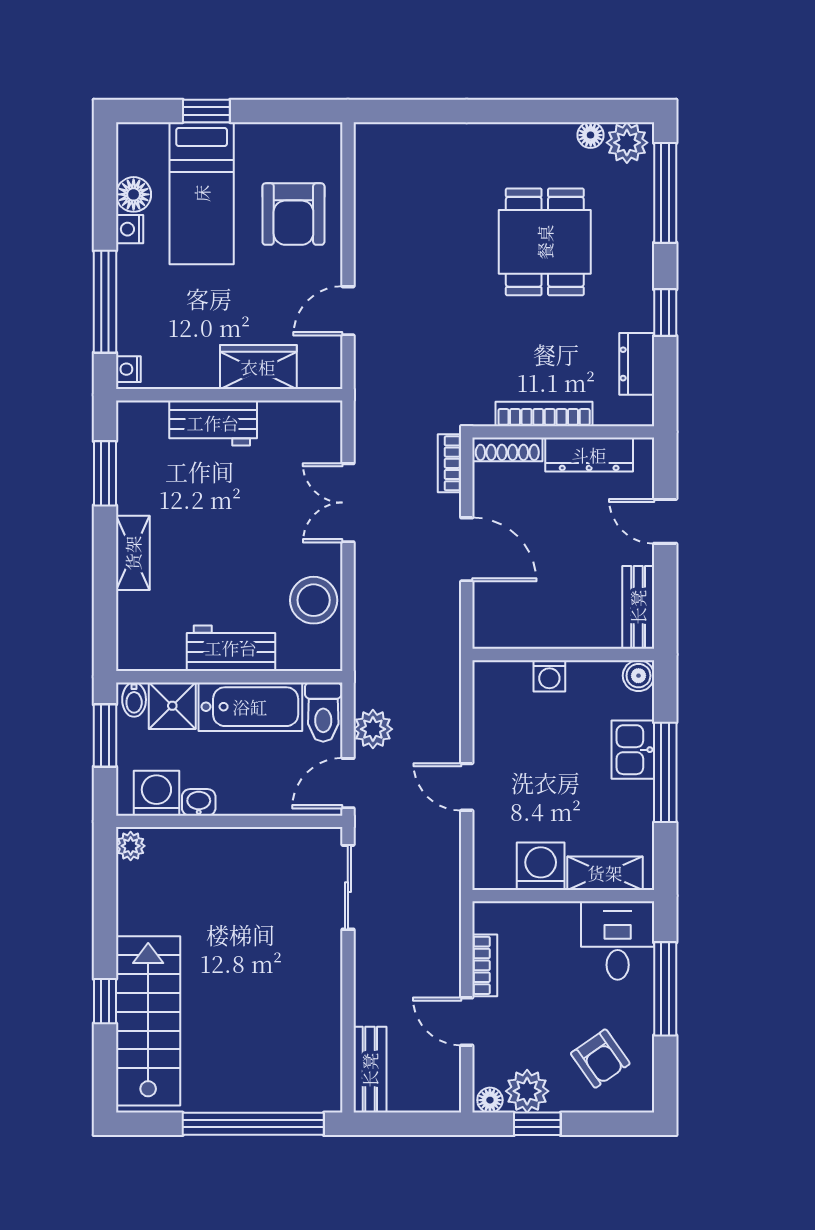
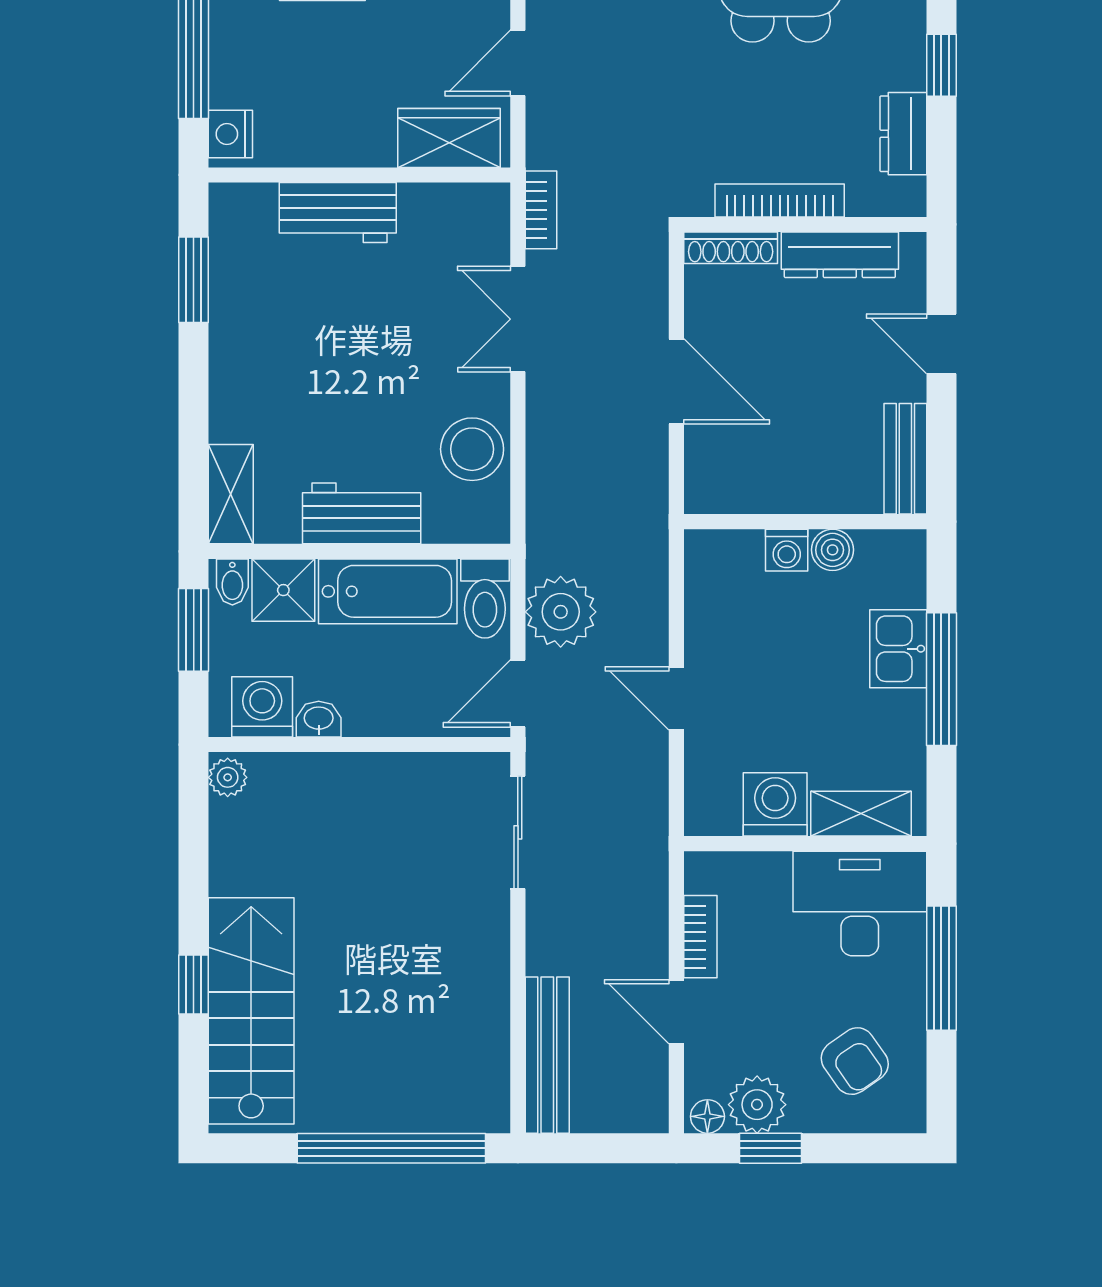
wardrobe: (258, 367) -> (449, 138), moved
nightstand: (128, 369) -> (230, 134), width x1.39, depth x1.35
bookcase: (449, 463) -> (541, 210), moved, turned 180
shelving: (133, 553) -> (231, 494), moved
boiler: (638, 676) -> (833, 550), moved
plant: (373, 729) -> (561, 612), width x1.36, depth x1.36
desk: (618, 940) -> (860, 903), width x1.37
bench: (370, 1070) -> (547, 1055), width x1.36

